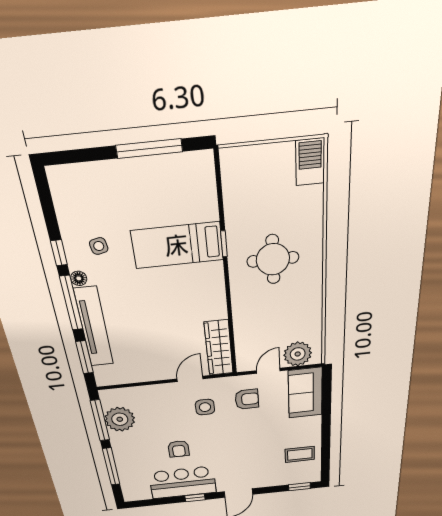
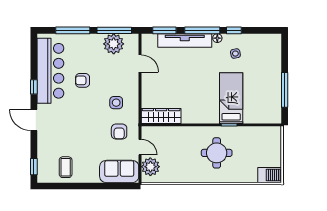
door: (190, 379) -> (140, 63), moved
bar counter: (183, 483) -> (50, 71), width x1.36

